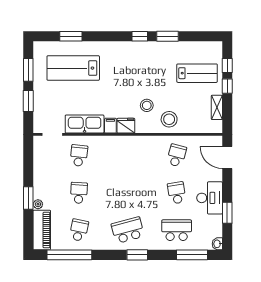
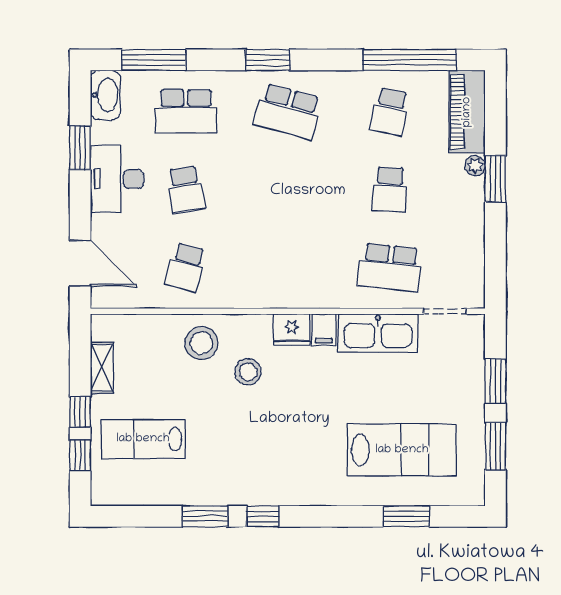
school desk: (79, 156) -> (390, 267), width x1.85
school desk: (128, 230) -> (288, 112), turned 30
washbasin: (217, 244) -> (105, 95), width x1.91, depth x1.45

